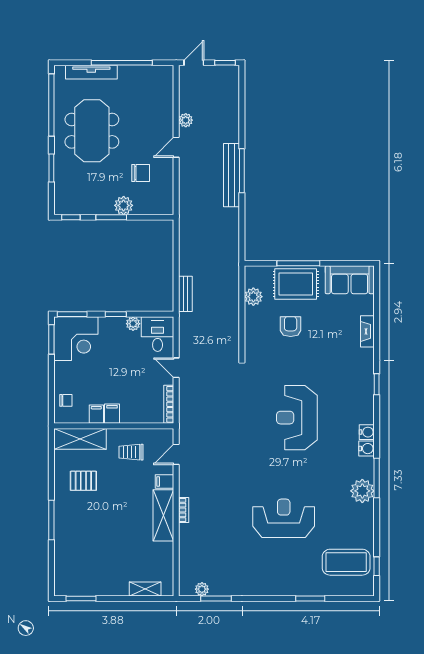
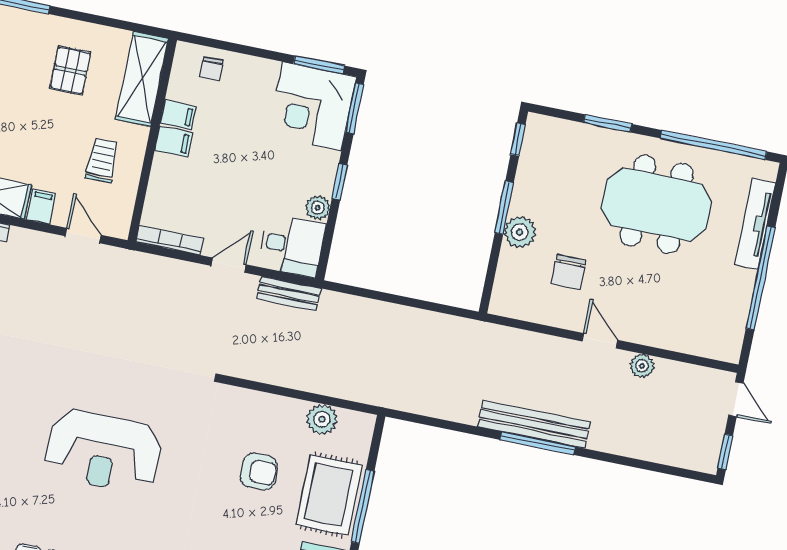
bench: (185, 294) -> (289, 294), moved
reception desk: (297, 418) -> (104, 451), turned 180

